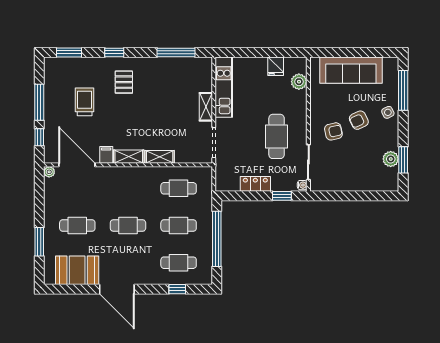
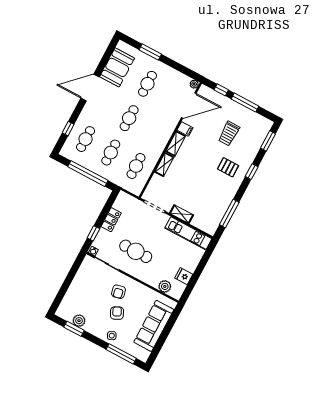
trolley: (85, 102) -> (229, 134), turned 90

